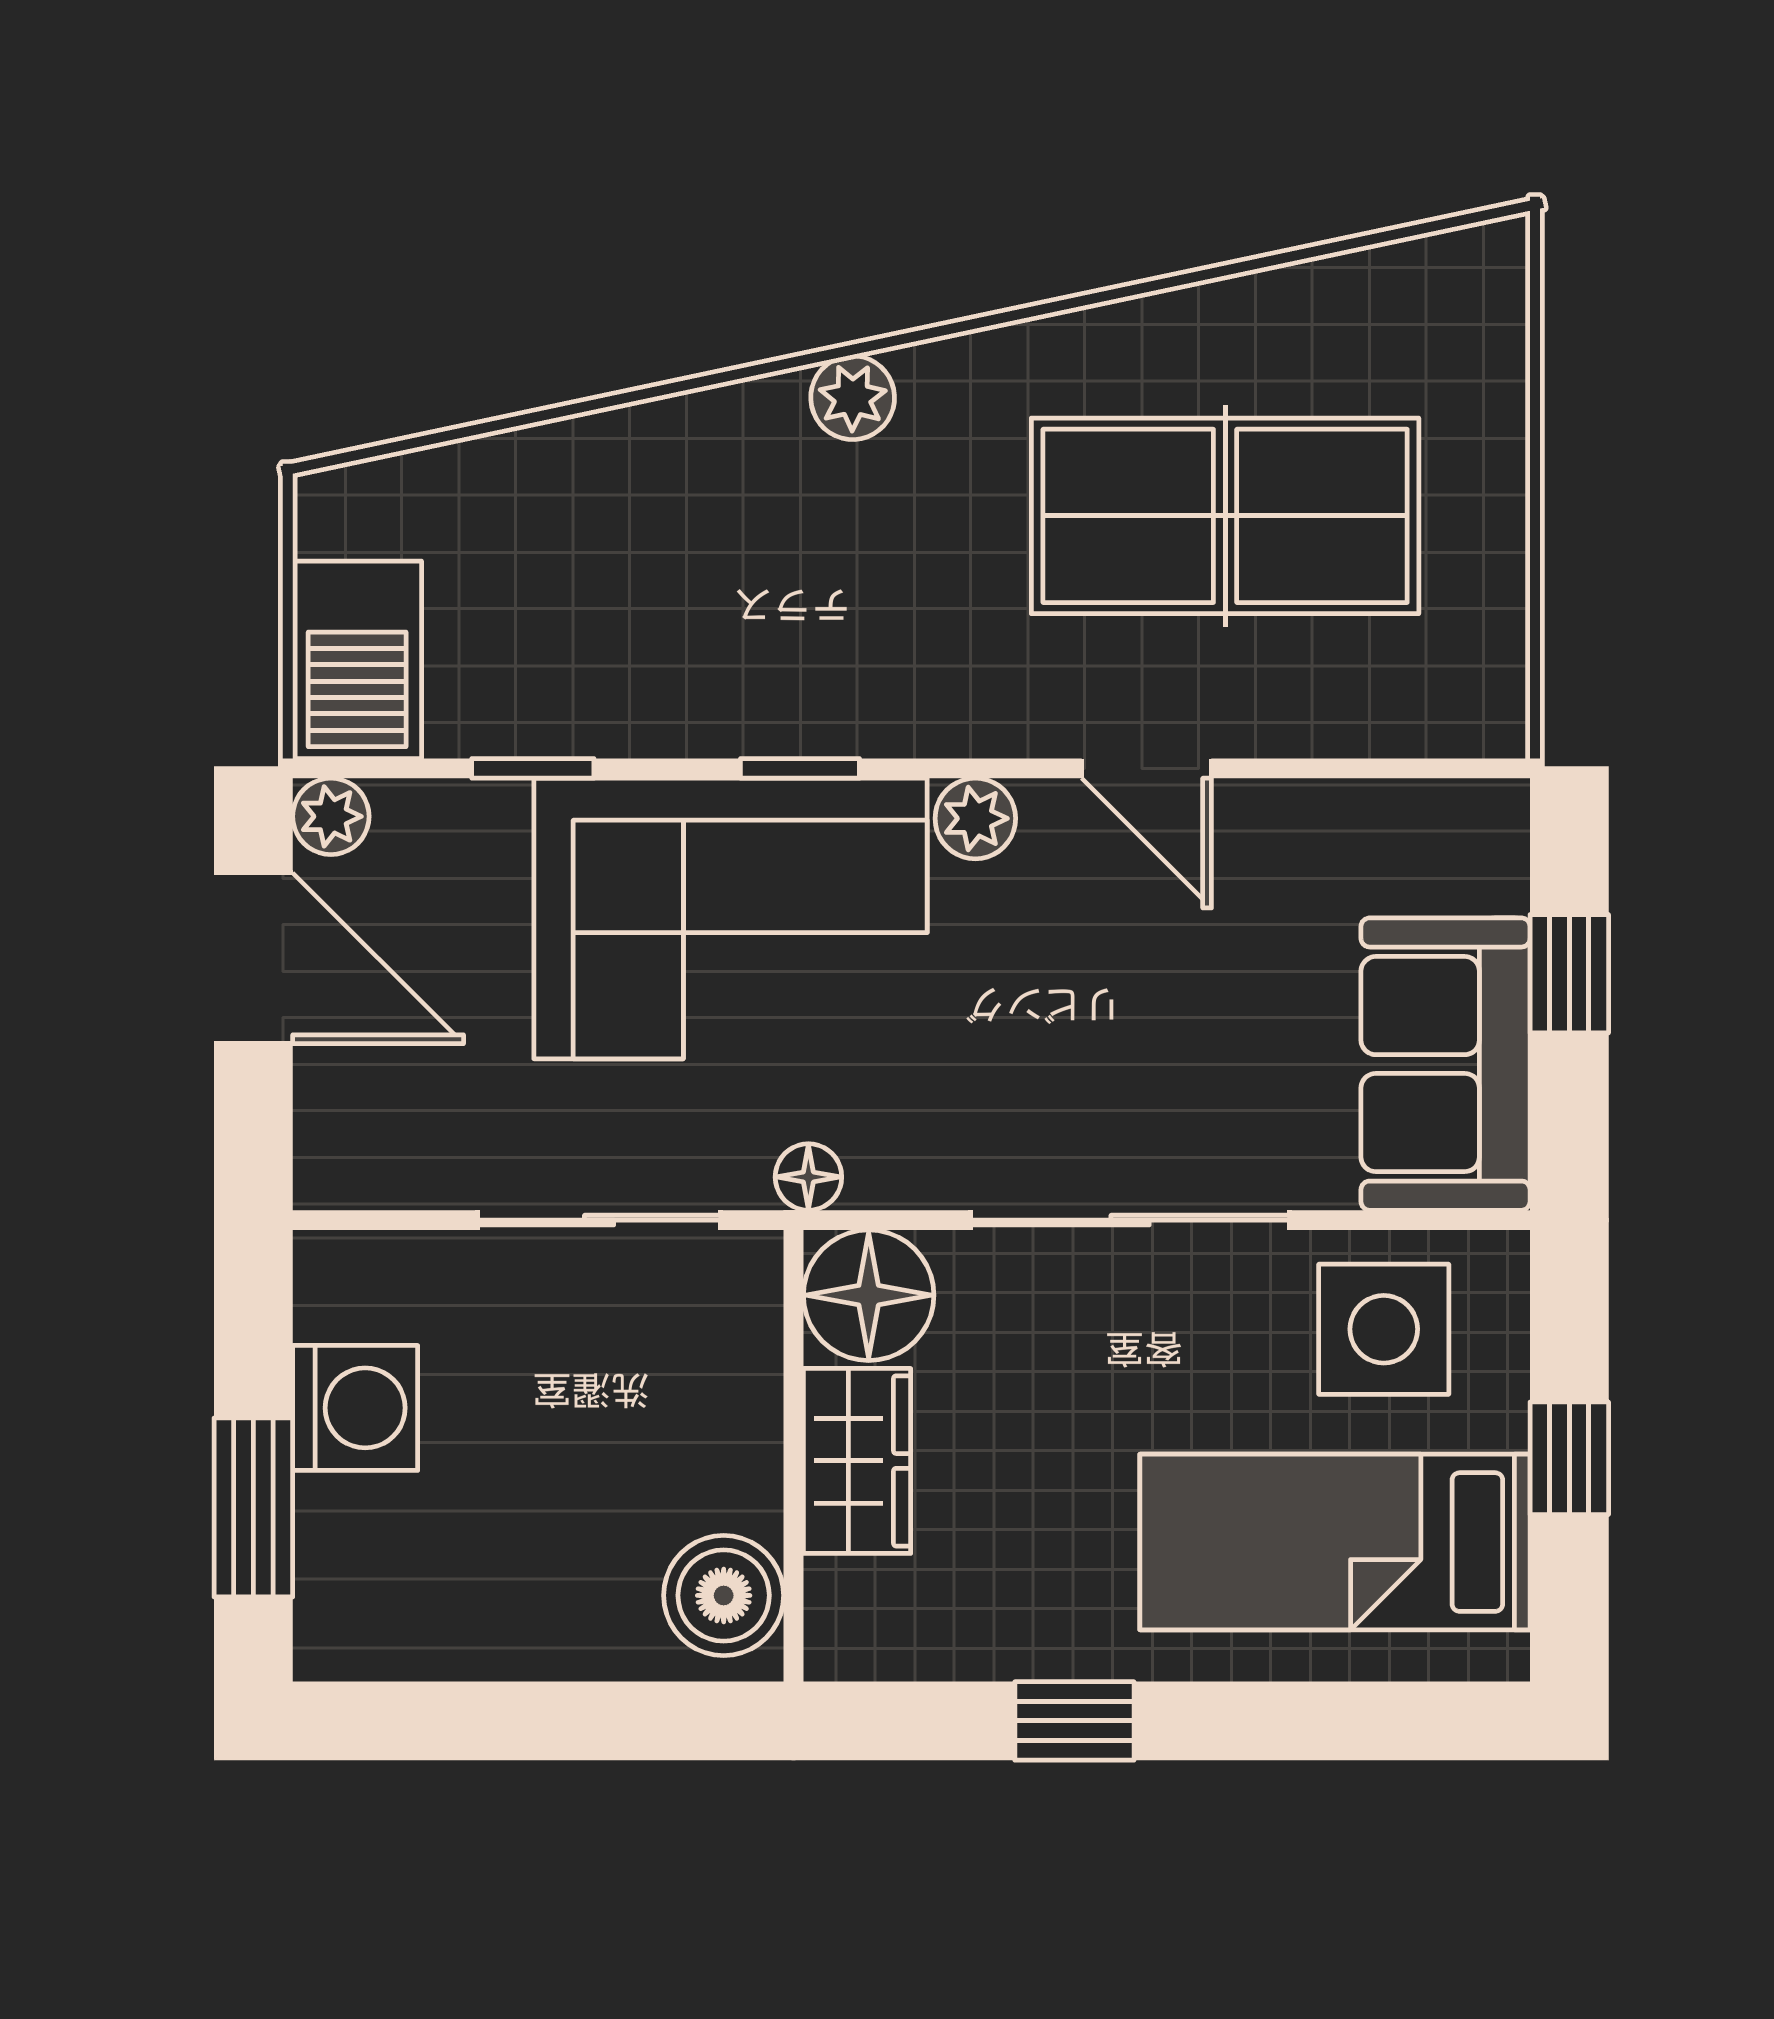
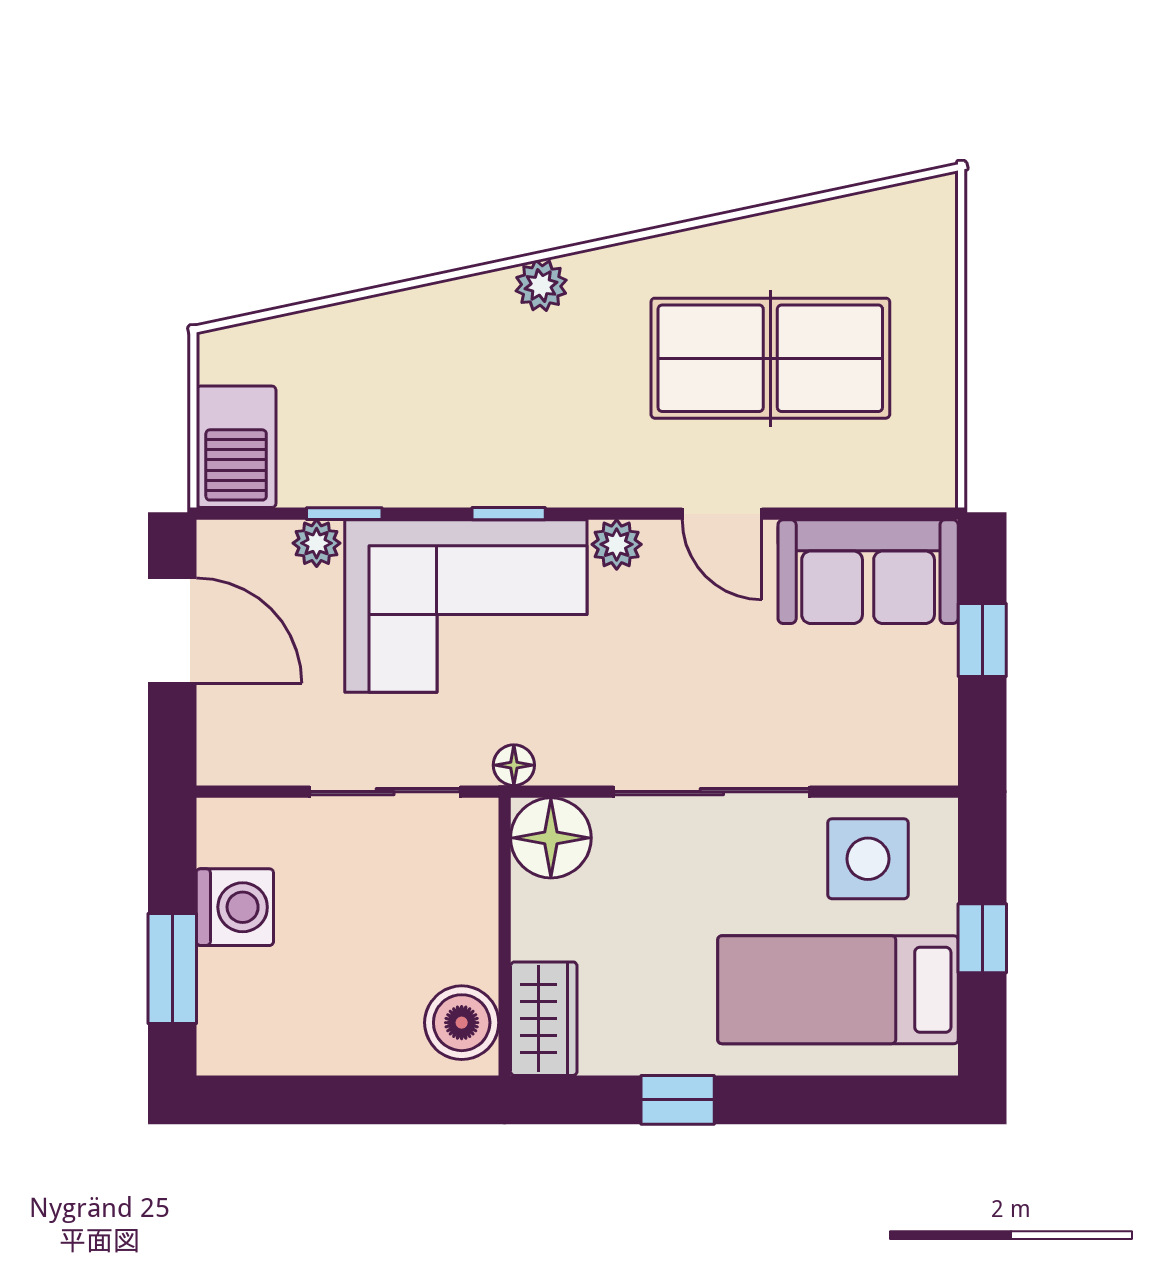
plant: (331, 816) -> (317, 543), moved
sofa: (1446, 1064) -> (868, 572), moved, turned -90
wardrobe: (857, 1461) -> (544, 1019), moved

